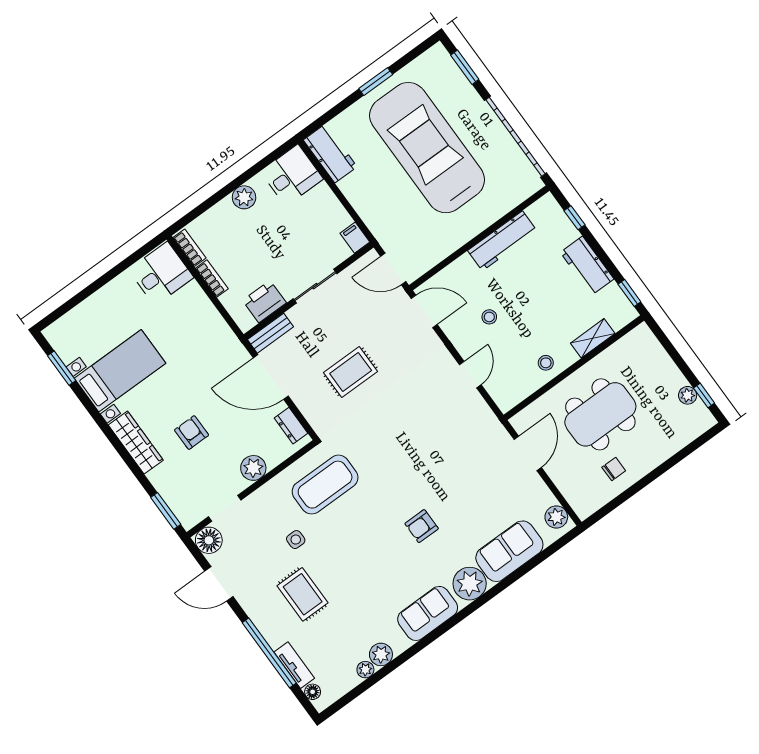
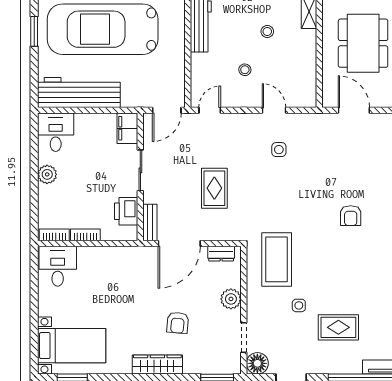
workbench: (330, 153) -> (79, 92), width x1.88, depth x1.32
filing cabinet: (355, 238) -> (127, 128), width x2.00
door: (424, 311) -> (210, 110), width x0.73
stool: (546, 363) -> (267, 32), moved
bed with nightstands: (120, 371) -> (72, 346), moved, turned 90
side table: (435, 408) -> (279, 150), added
armchair: (192, 433) -> (178, 323), turned -85

